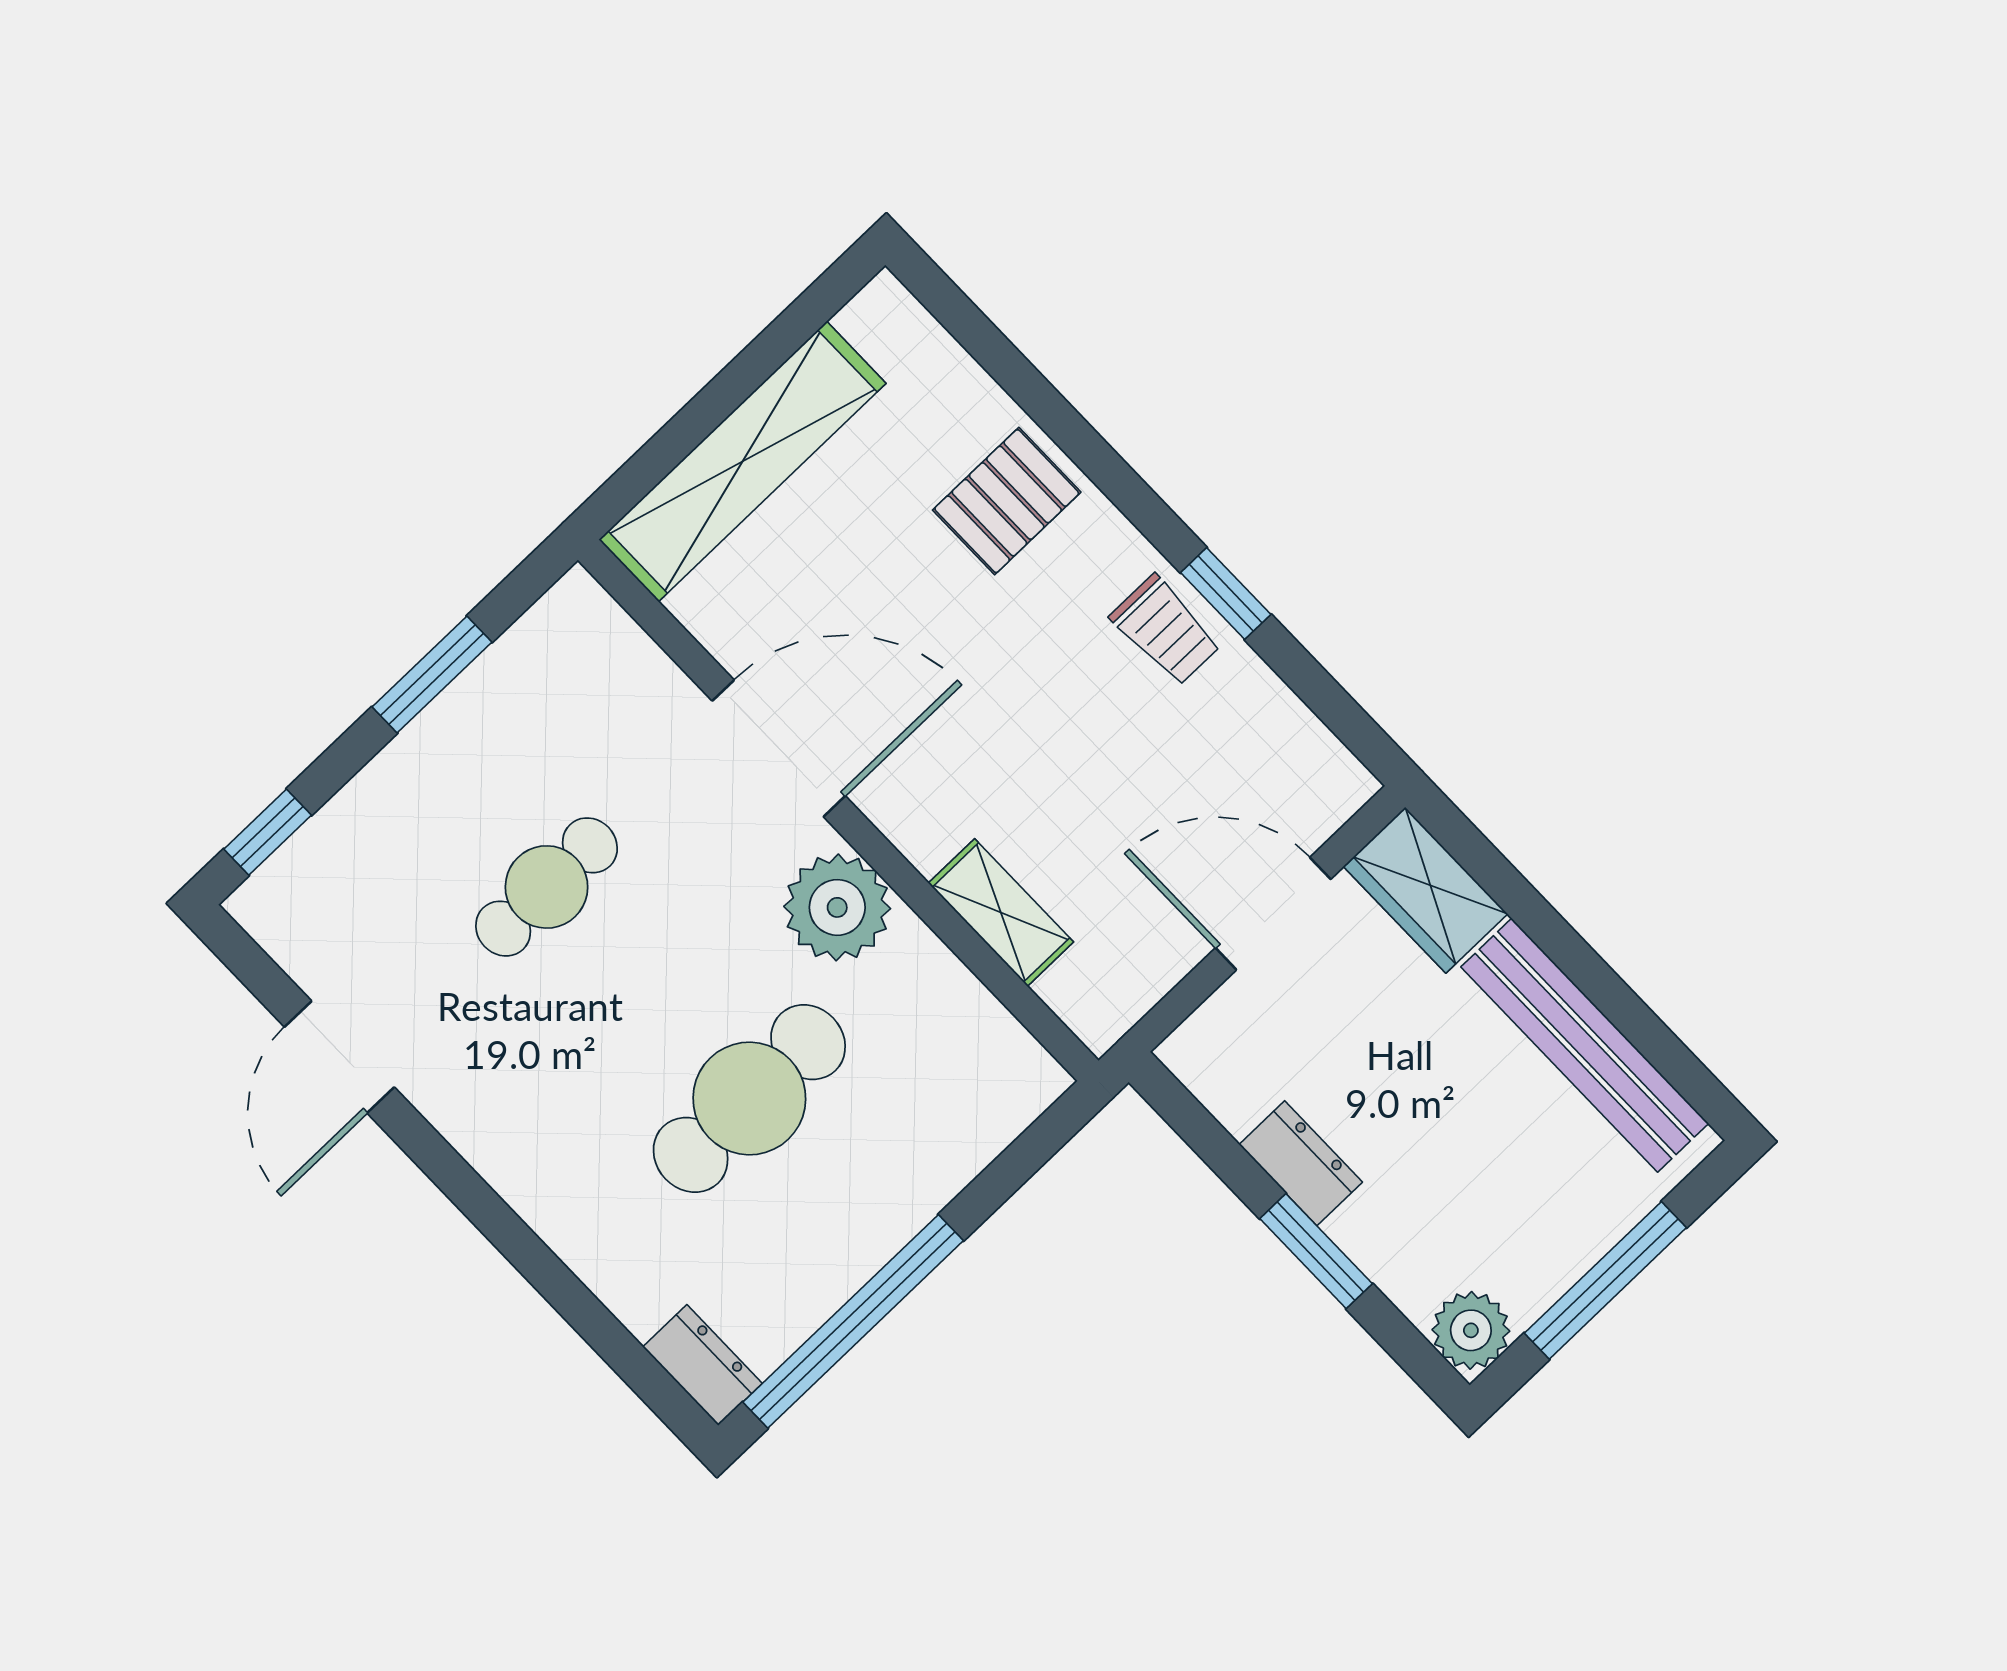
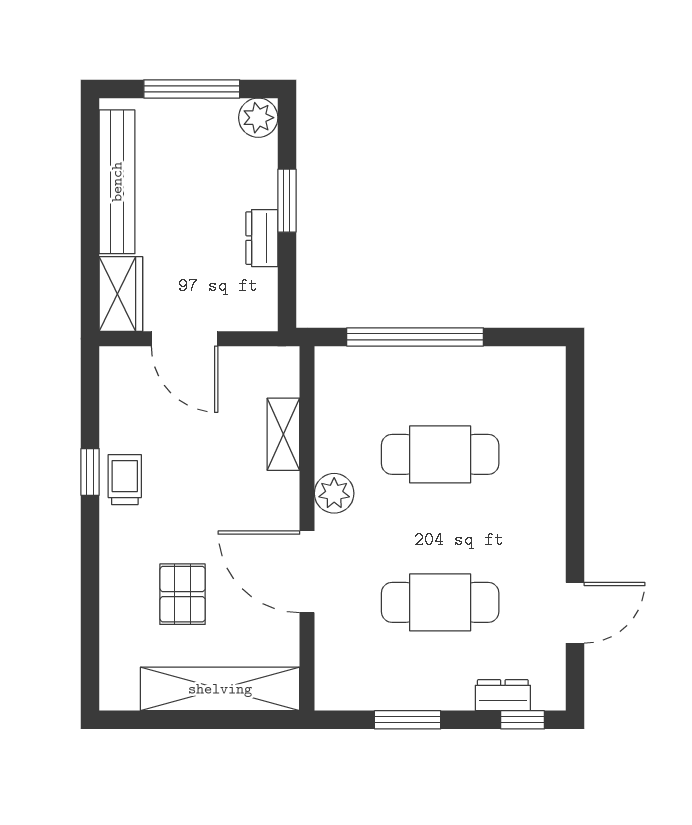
pallet: (1007, 501) -> (183, 594), moved, turned 90
cafe table: (547, 887) -> (440, 602), width x1.37, depth x1.35
plant: (837, 907) -> (334, 493), width x0.73, depth x0.73
window: (853, 1321) -> (415, 337), moved
dresser: (702, 1365) -> (503, 695), moved, turned 90

